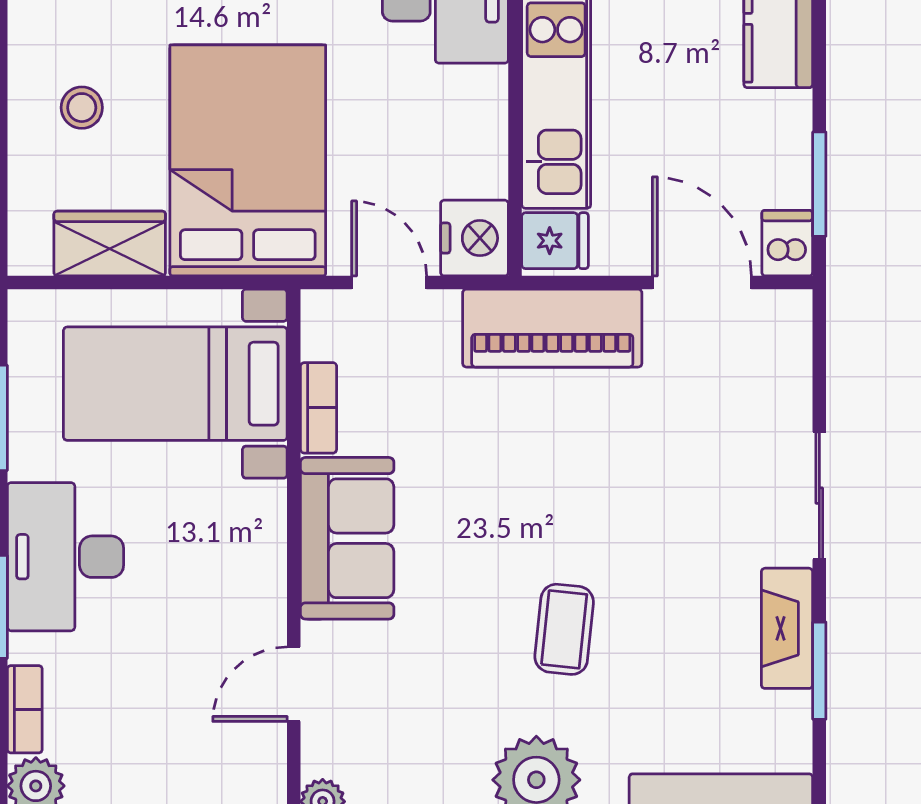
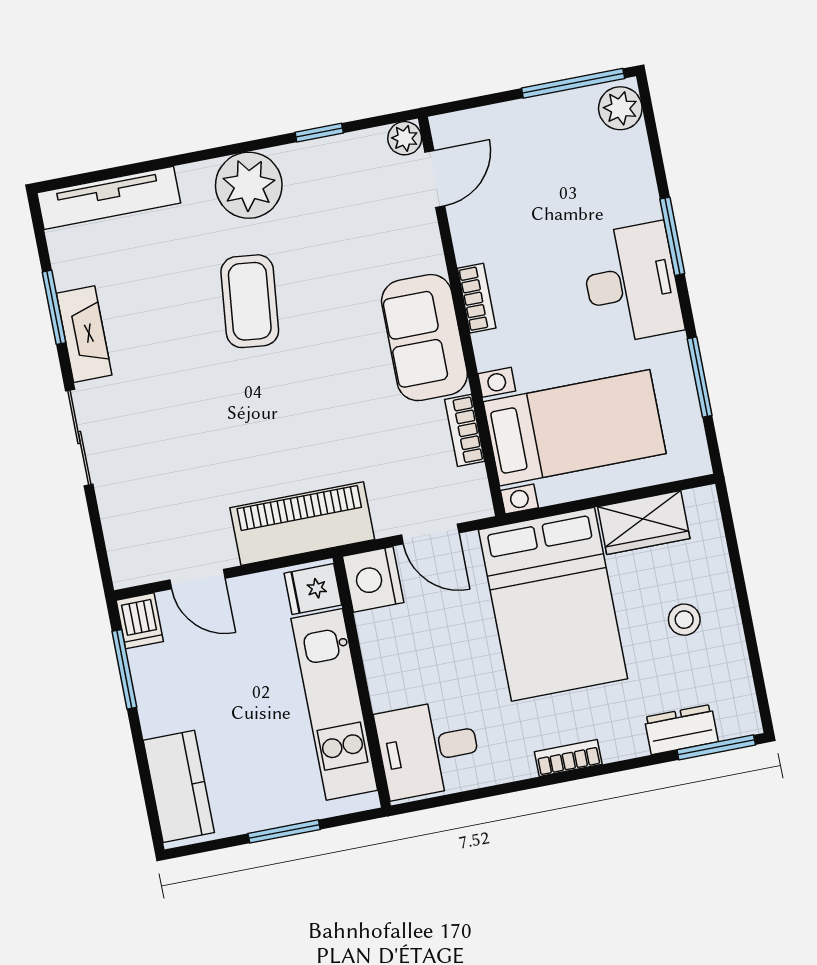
door: (702, 283) -> (197, 579), width x0.73
coffee table: (564, 629) -> (250, 301), width x1.36, depth x1.30
door: (294, 684) -> (435, 179), moved
bookcase: (25, 709) -> (477, 298), moved, turned 180

